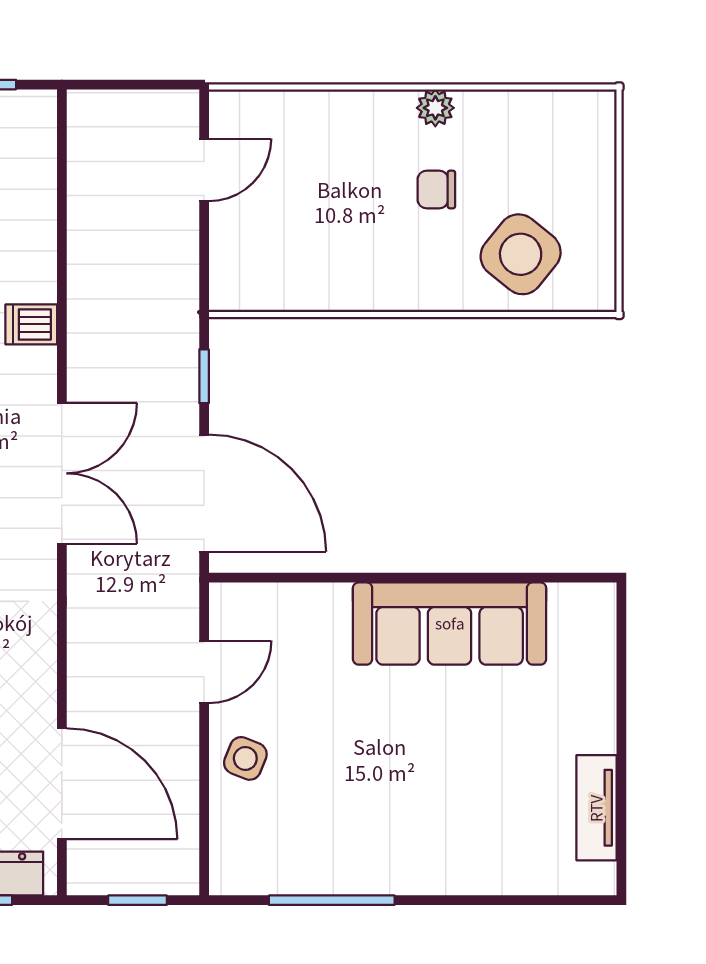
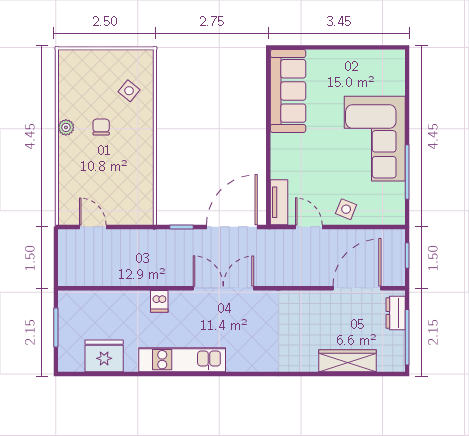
chair: (436, 189) -> (101, 127), turned 180
side table: (521, 254) -> (129, 91), width x0.54, depth x0.54
sofa: (450, 624) -> (288, 91), moved
tv unit: (597, 808) -> (279, 202), moved, turned -90
corner sofa: (409, 825) -> (375, 139), added

